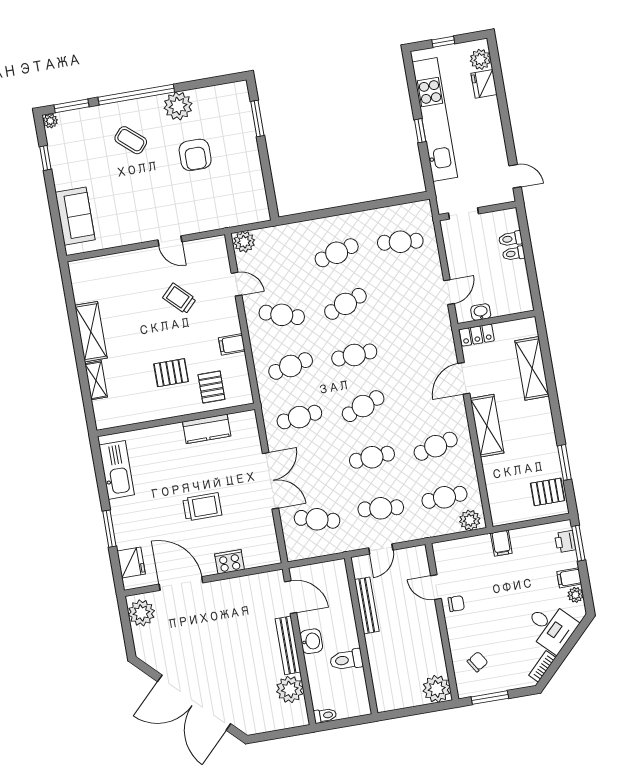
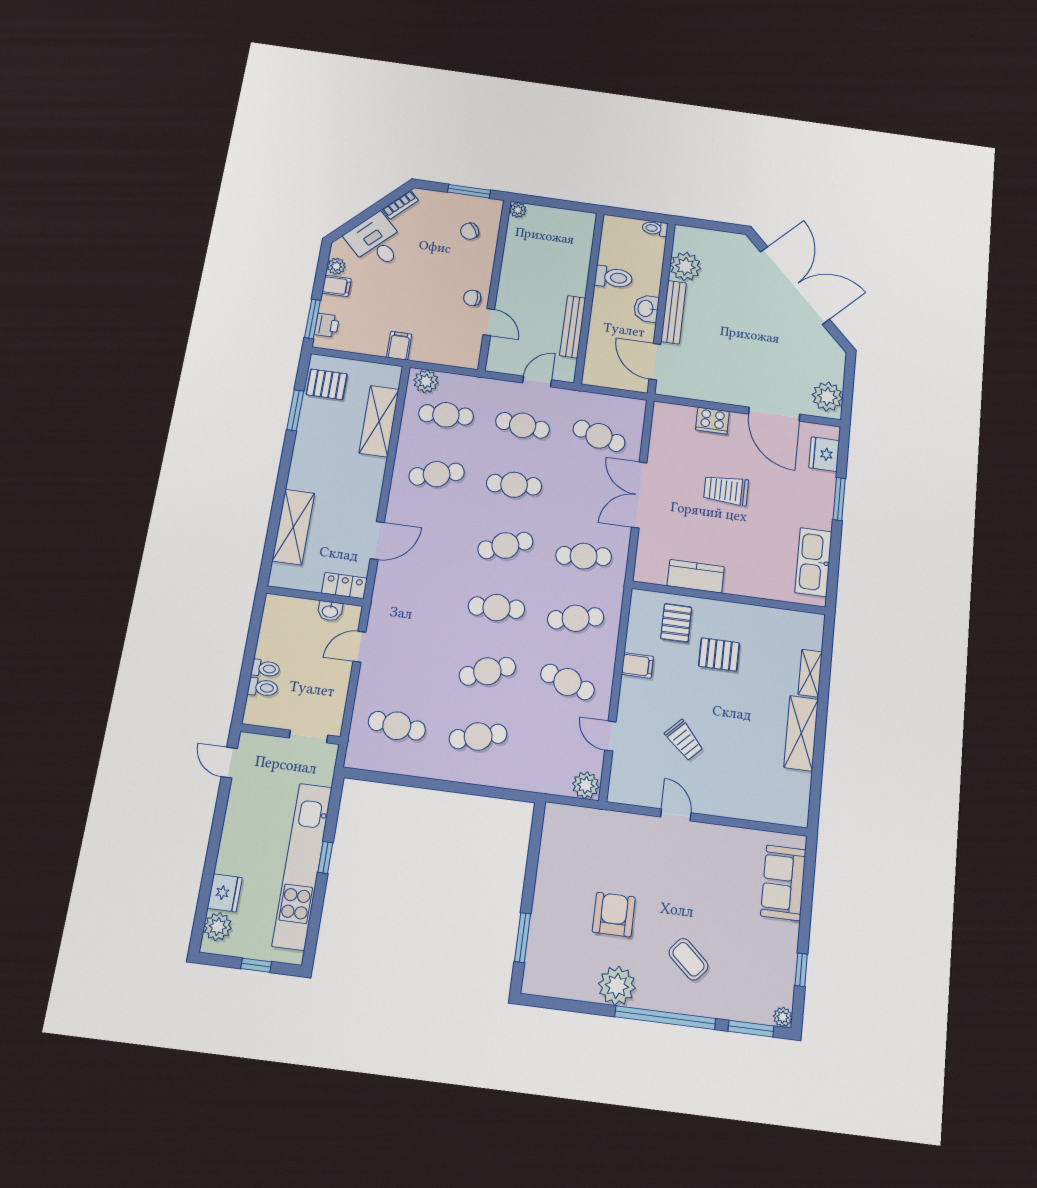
shelving: (487, 426) -> (379, 421), moved
plant: (437, 689) -> (518, 210), width x0.53, depth x0.53

